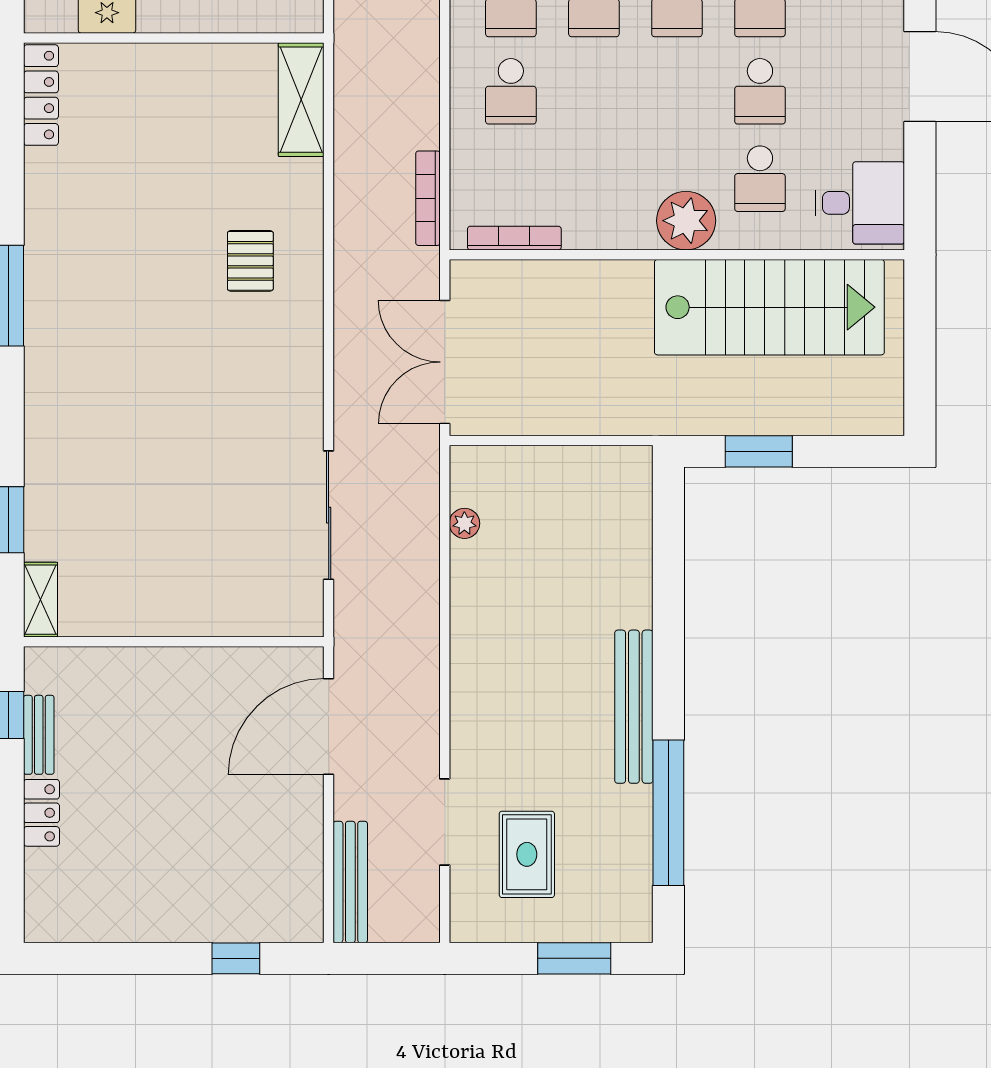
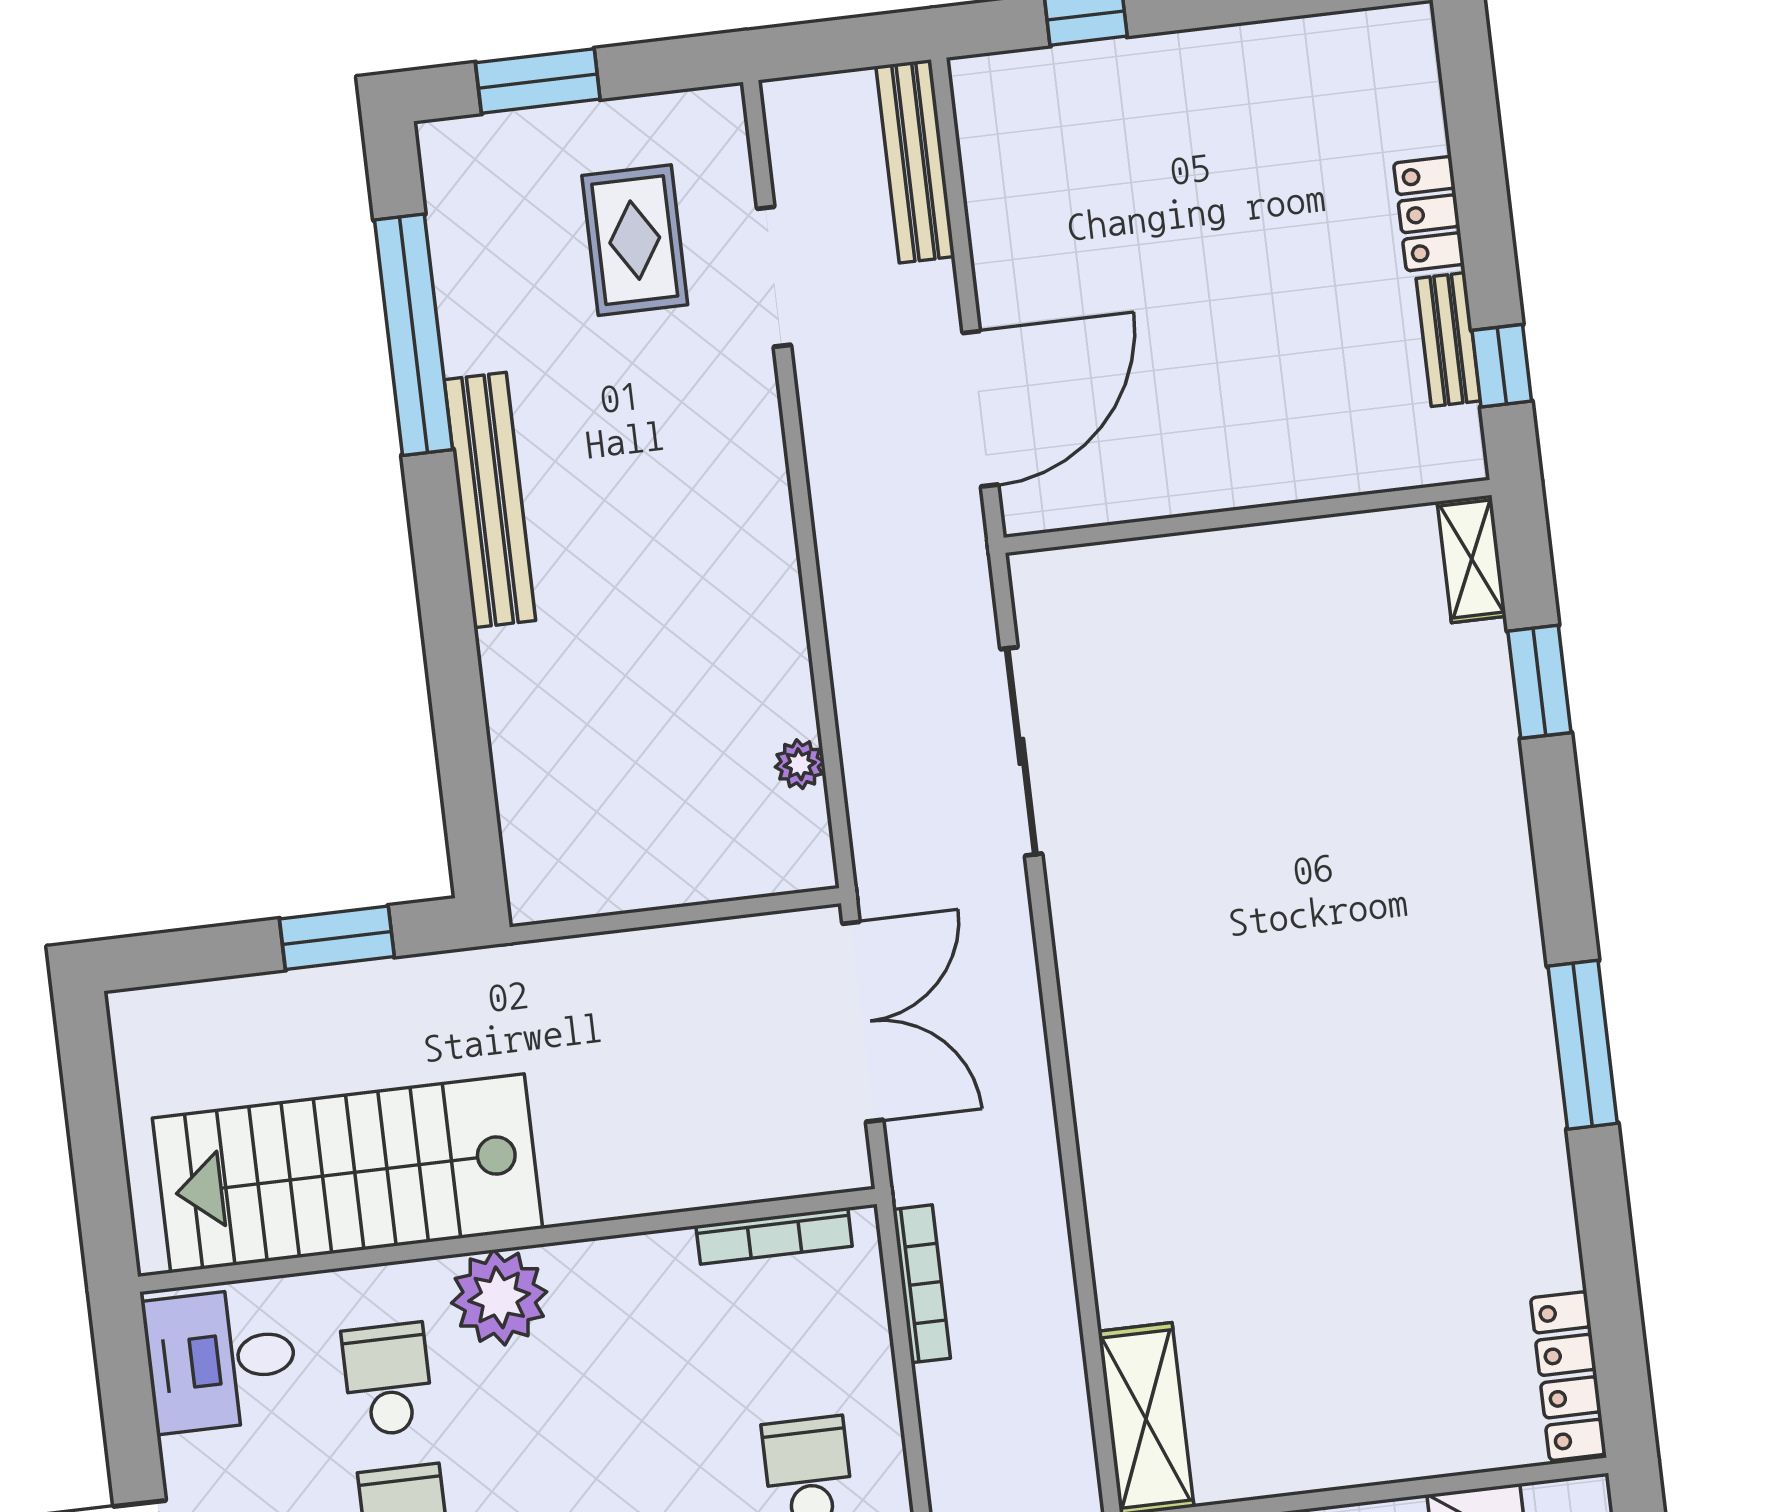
pallet: (250, 261) -> (1197, 1148), removed

